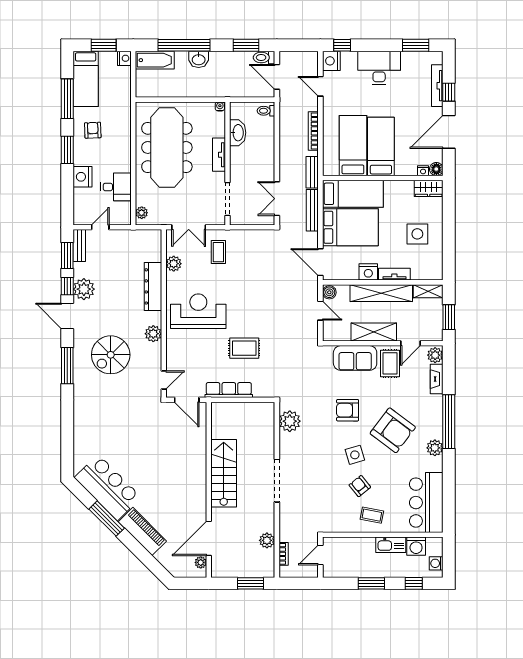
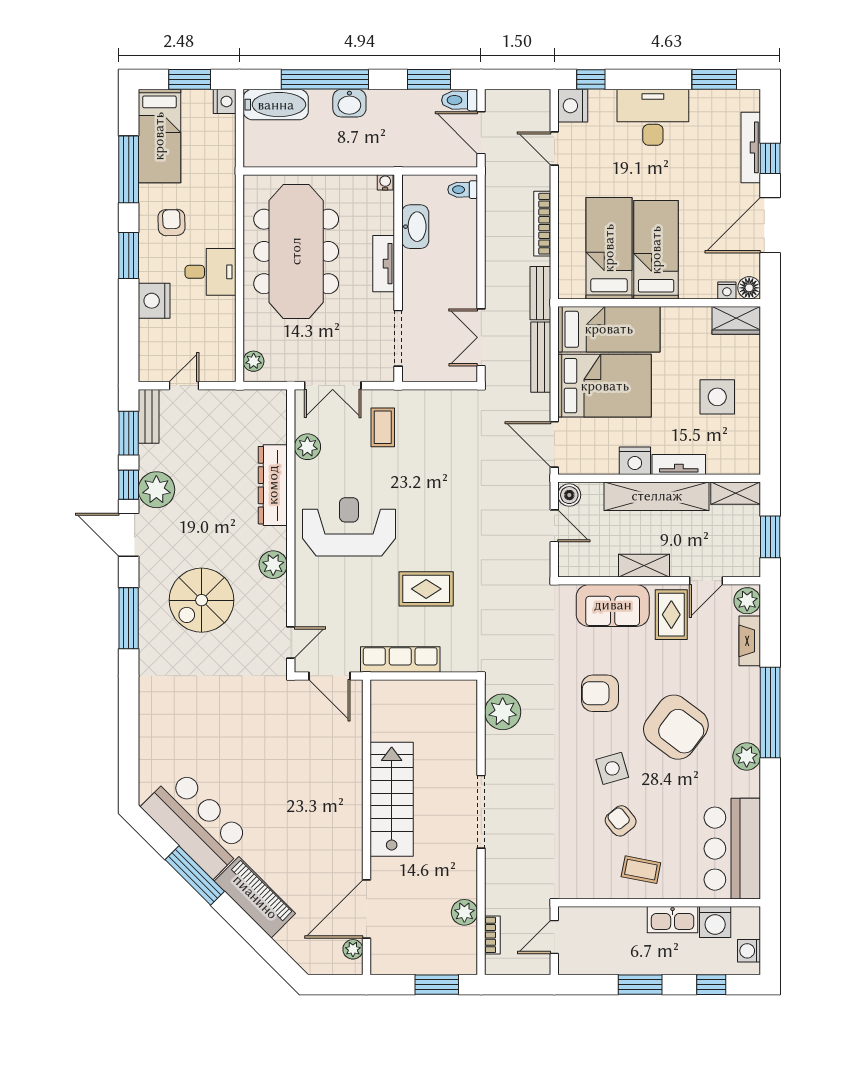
desk: (116, 187) -> (211, 272), moved
shelving: (374, 332) -> (644, 566), width x0.67, depth x0.75

